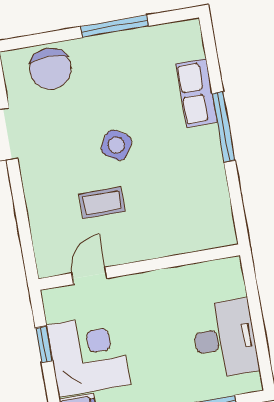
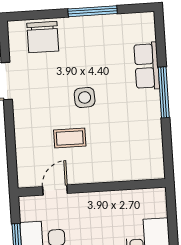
side table: (116, 145) -> (85, 97), turned -34

